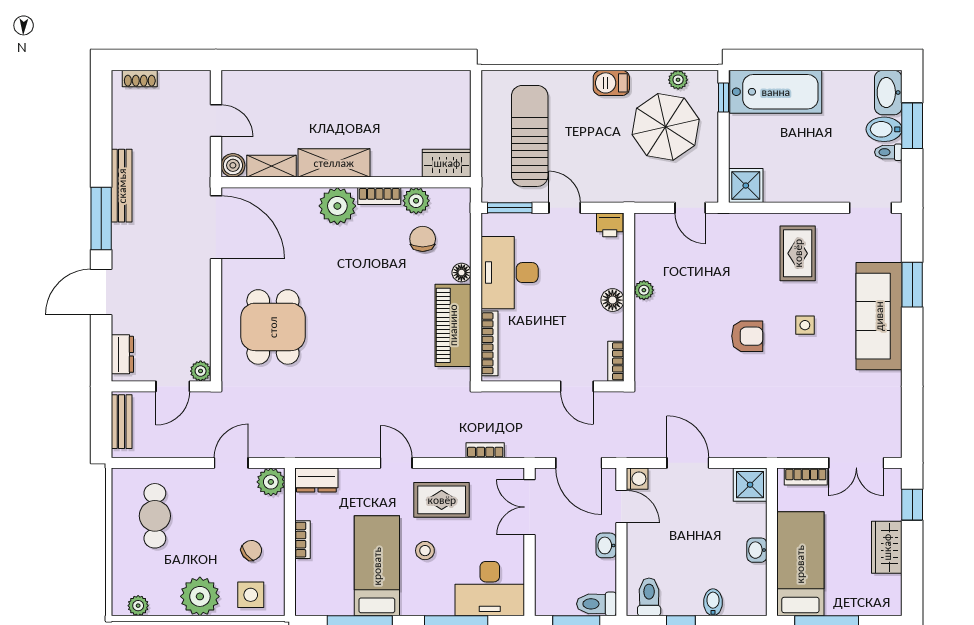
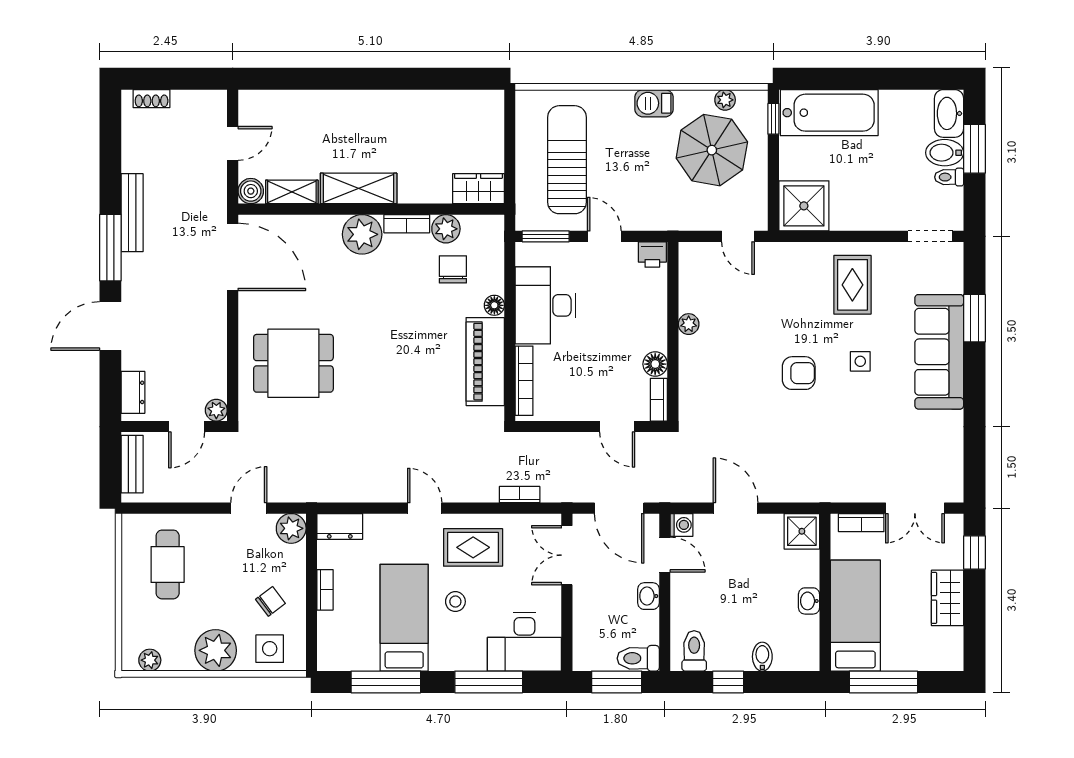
door: (216, 121) -> (233, 143), hinge flipped
shower: (746, 186) -> (804, 206), width x1.36, depth x1.36
floor lamp: (612, 300) -> (655, 364), moved
dining table: (273, 327) -> (293, 363), turned 90

